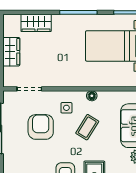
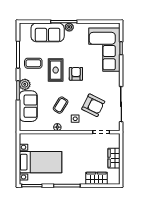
armchair: (41, 127) -> (93, 105), turned -64

